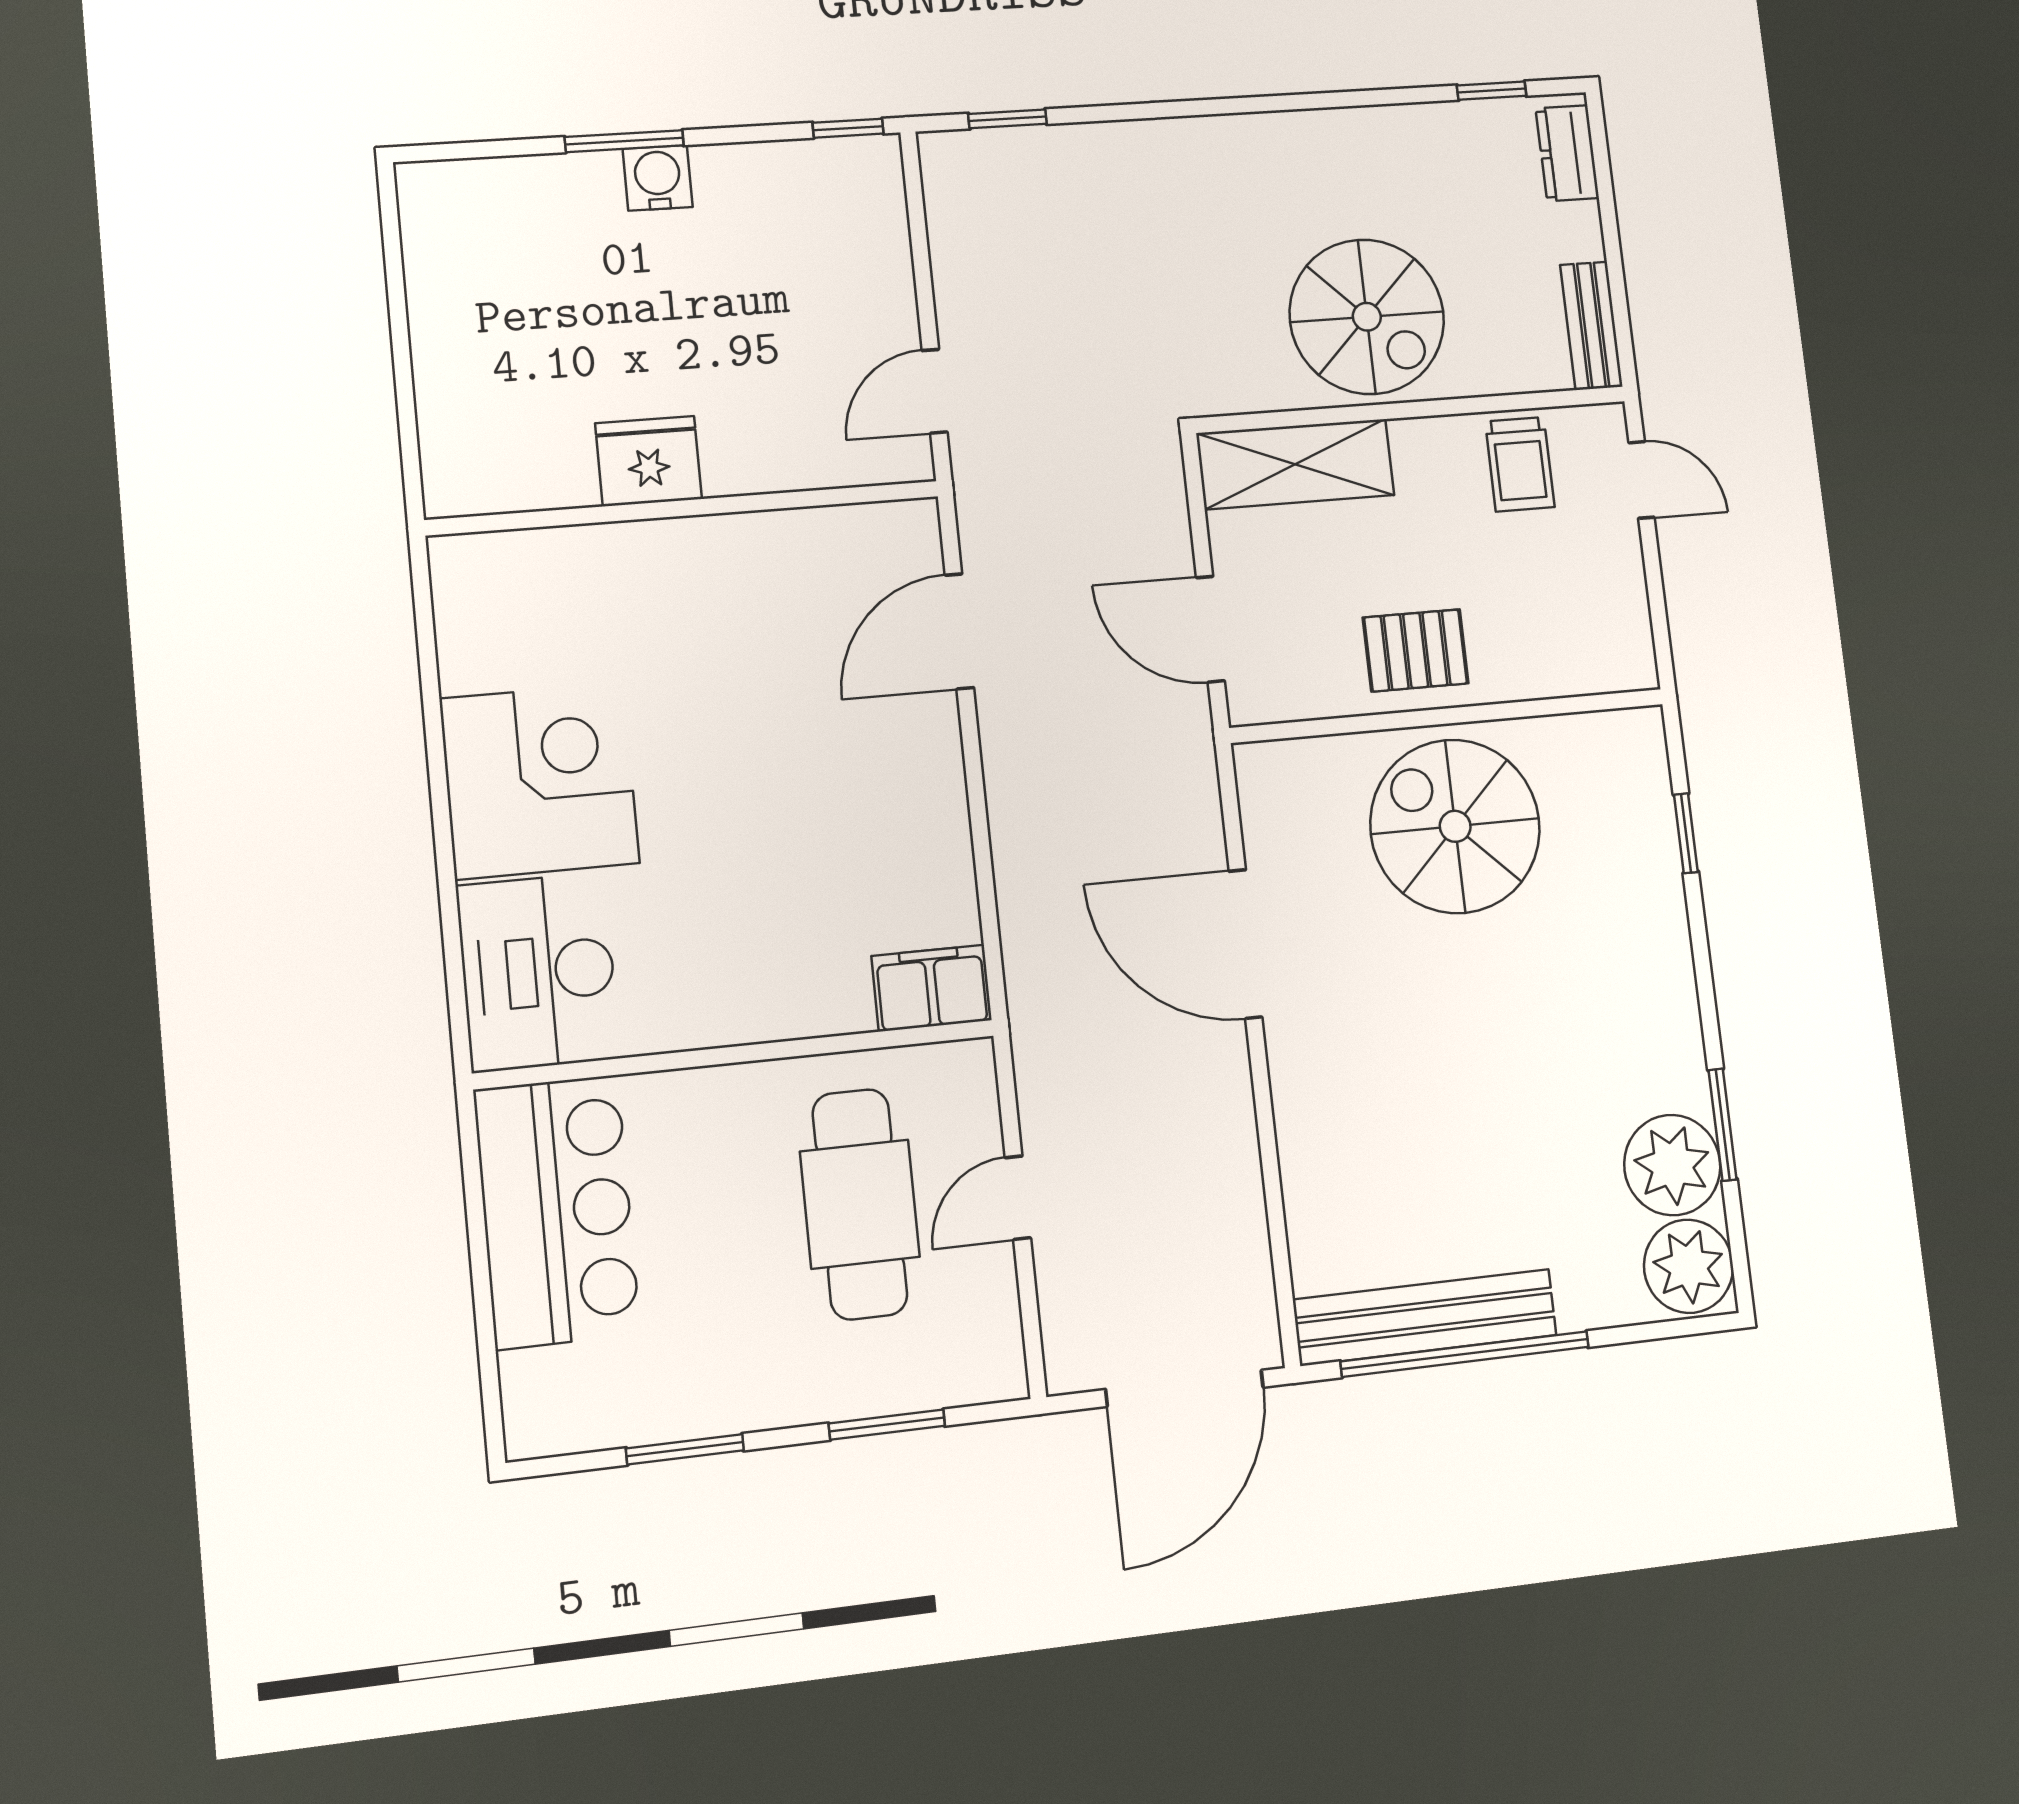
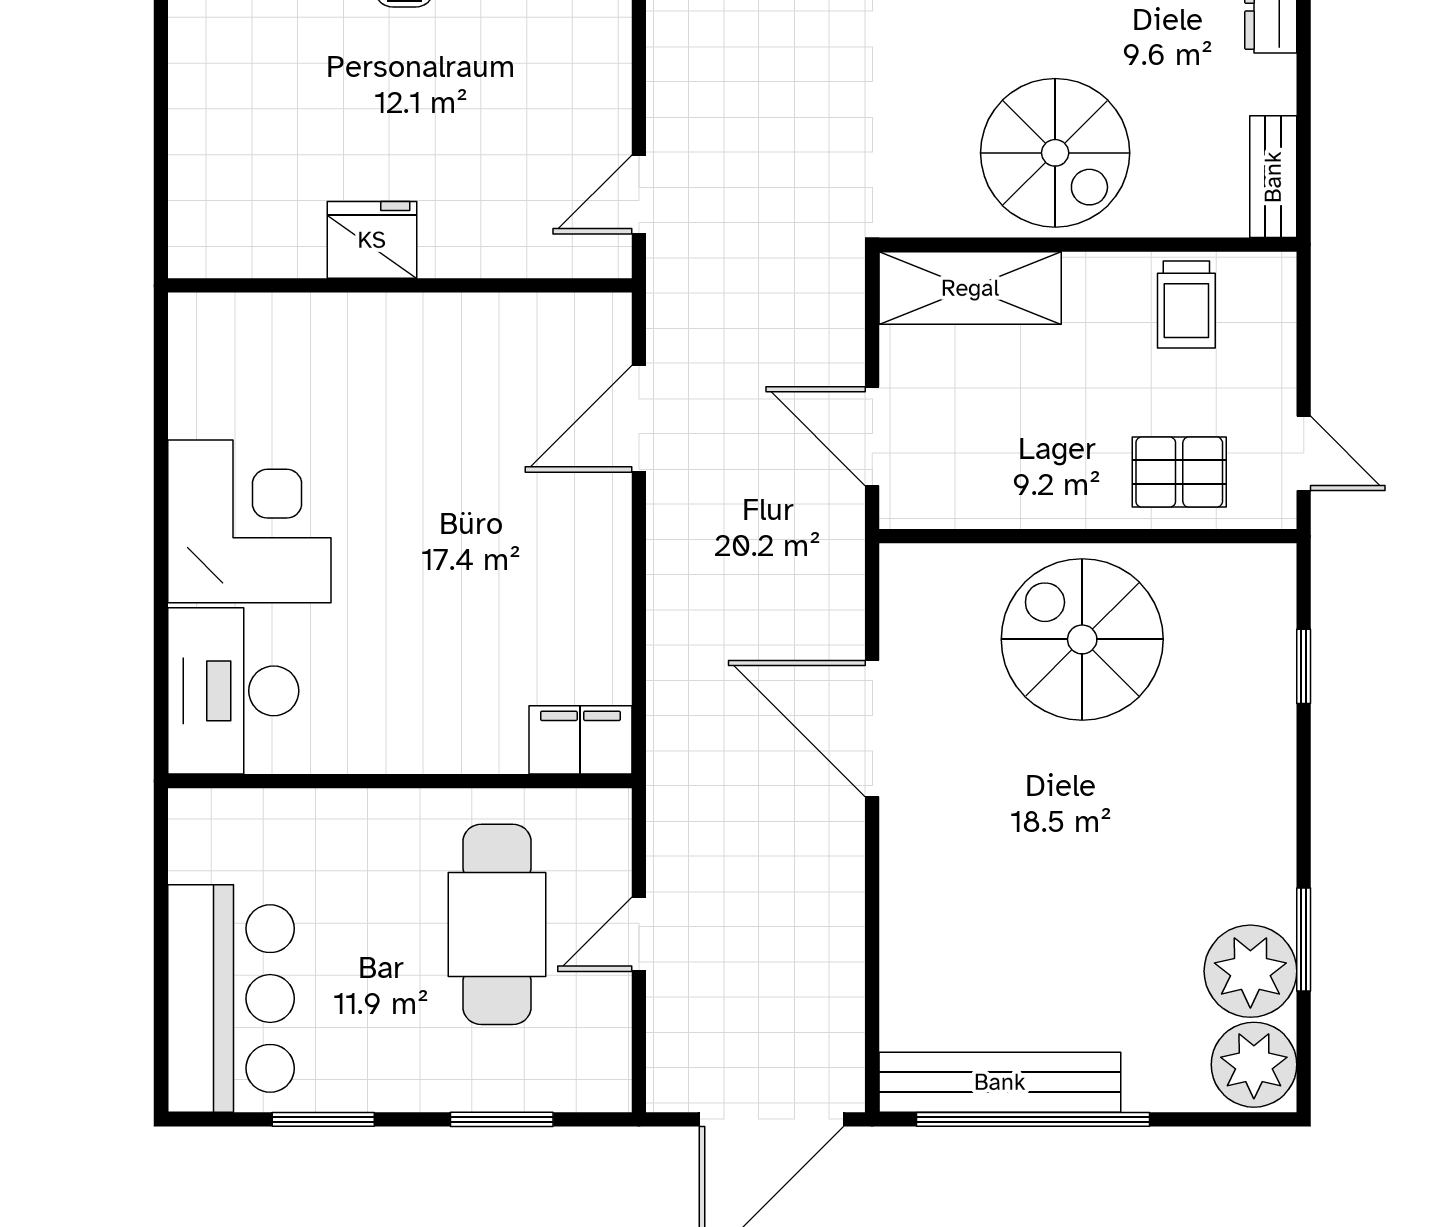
door: (1641, 480) -> (1304, 453), moved
pallet: (1416, 650) -> (1179, 472), moved
bar counter: (557, 1212) -> (231, 999), moved

